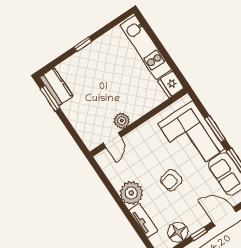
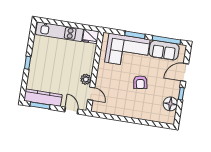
kitchen counter: (56, 87) -> (43, 98), width x1.50
door: (75, 136) -> (71, 111), added
plant: (131, 193) -> (128, 109), removed
tv unit: (144, 221) -> (148, 116), removed

